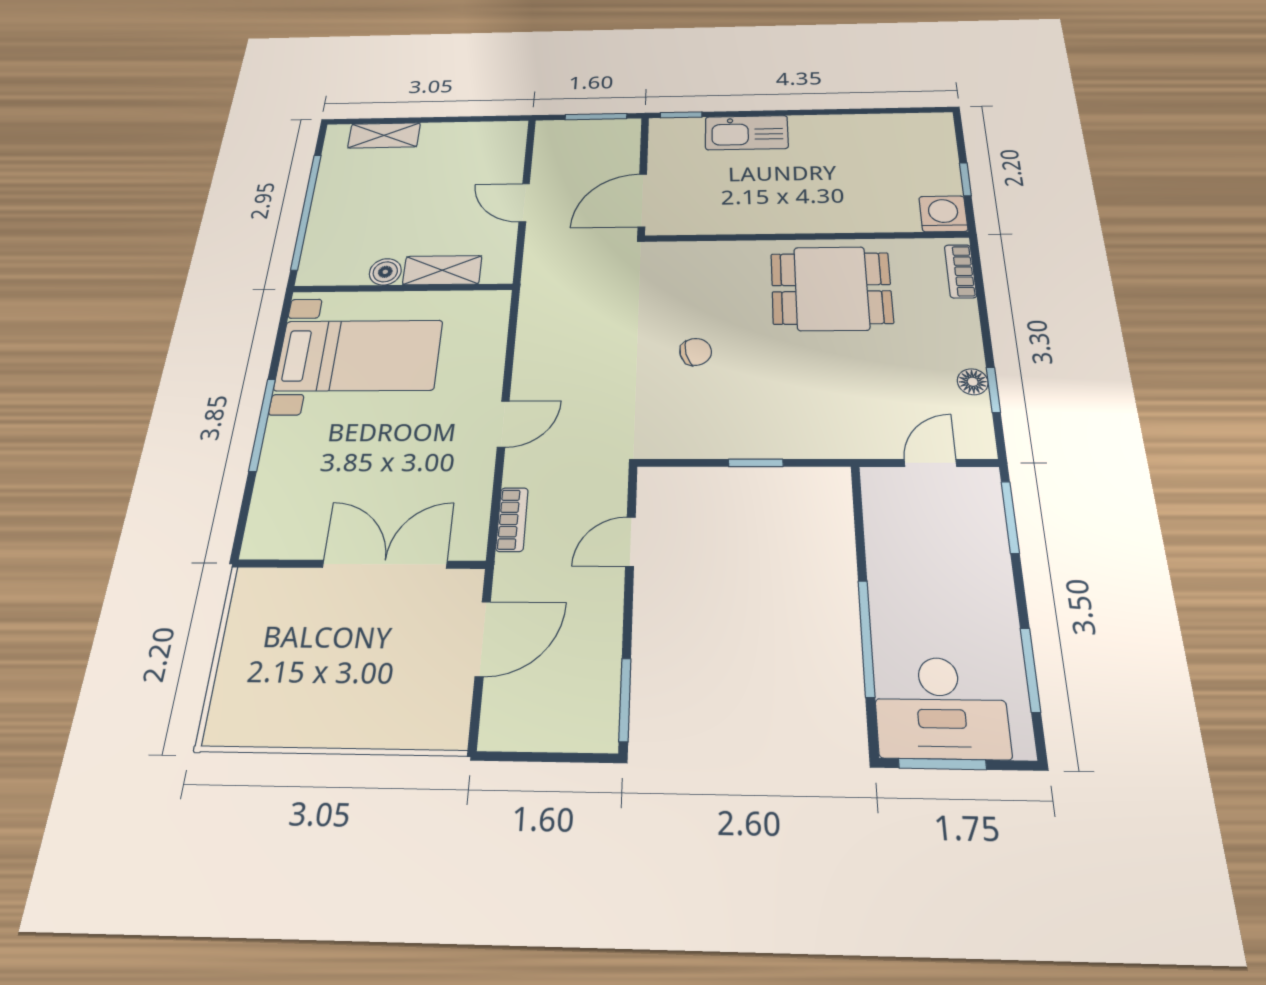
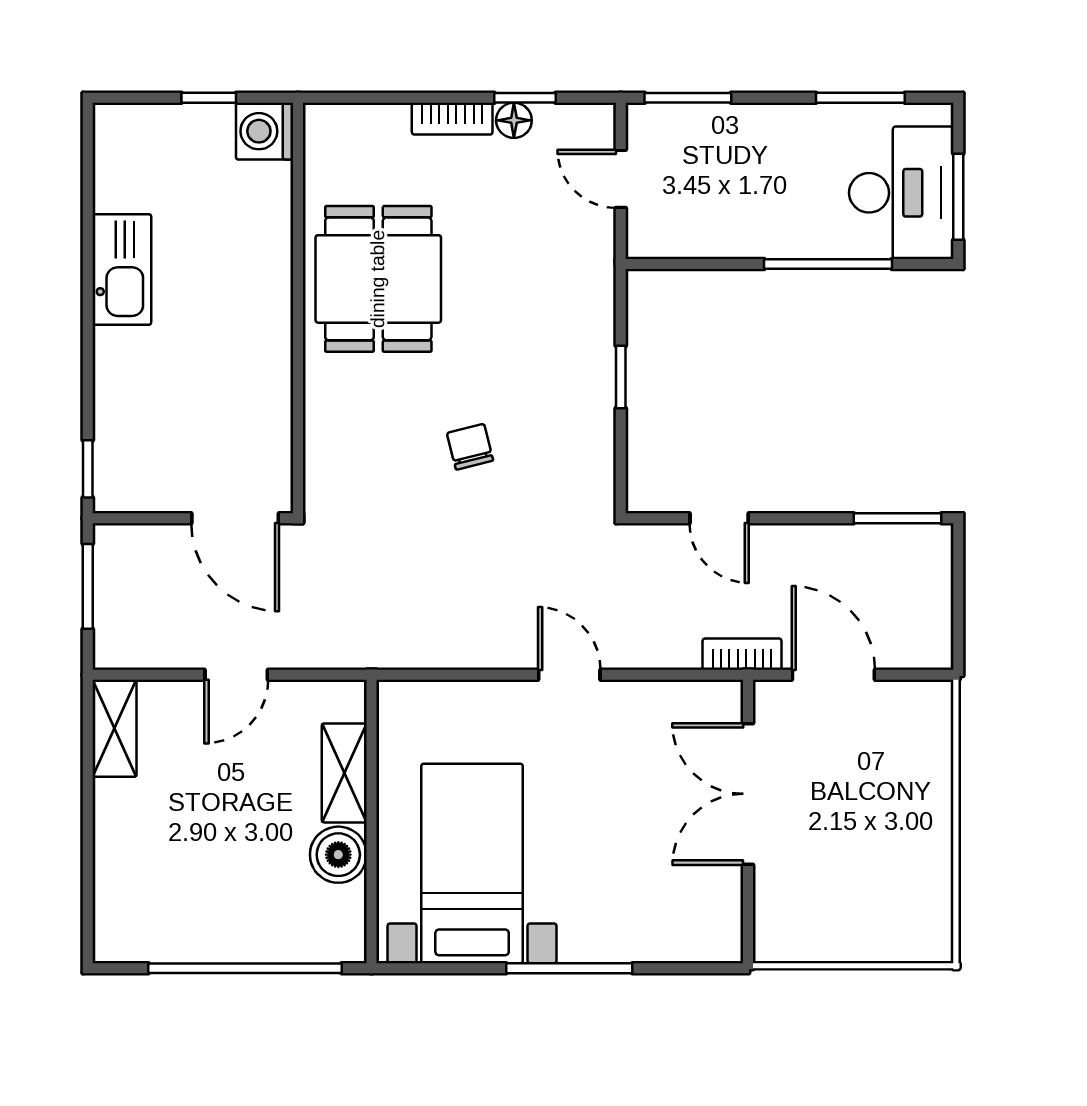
kitchen sink: (747, 133) -> (122, 269), moved
shelving: (384, 135) -> (115, 728), moved
bookcase: (960, 271) -> (452, 119), moved
boiler: (385, 272) -> (338, 855), width x1.36, depth x1.36
bookcase: (512, 519) -> (742, 654), moved

